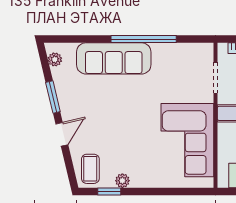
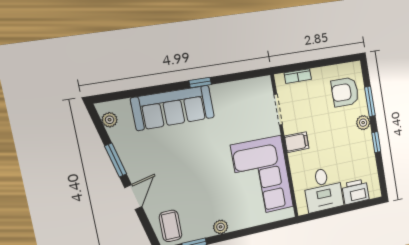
window: (144, 39) -> (200, 82), width x0.32
plant: (122, 181) -> (221, 227), moved

